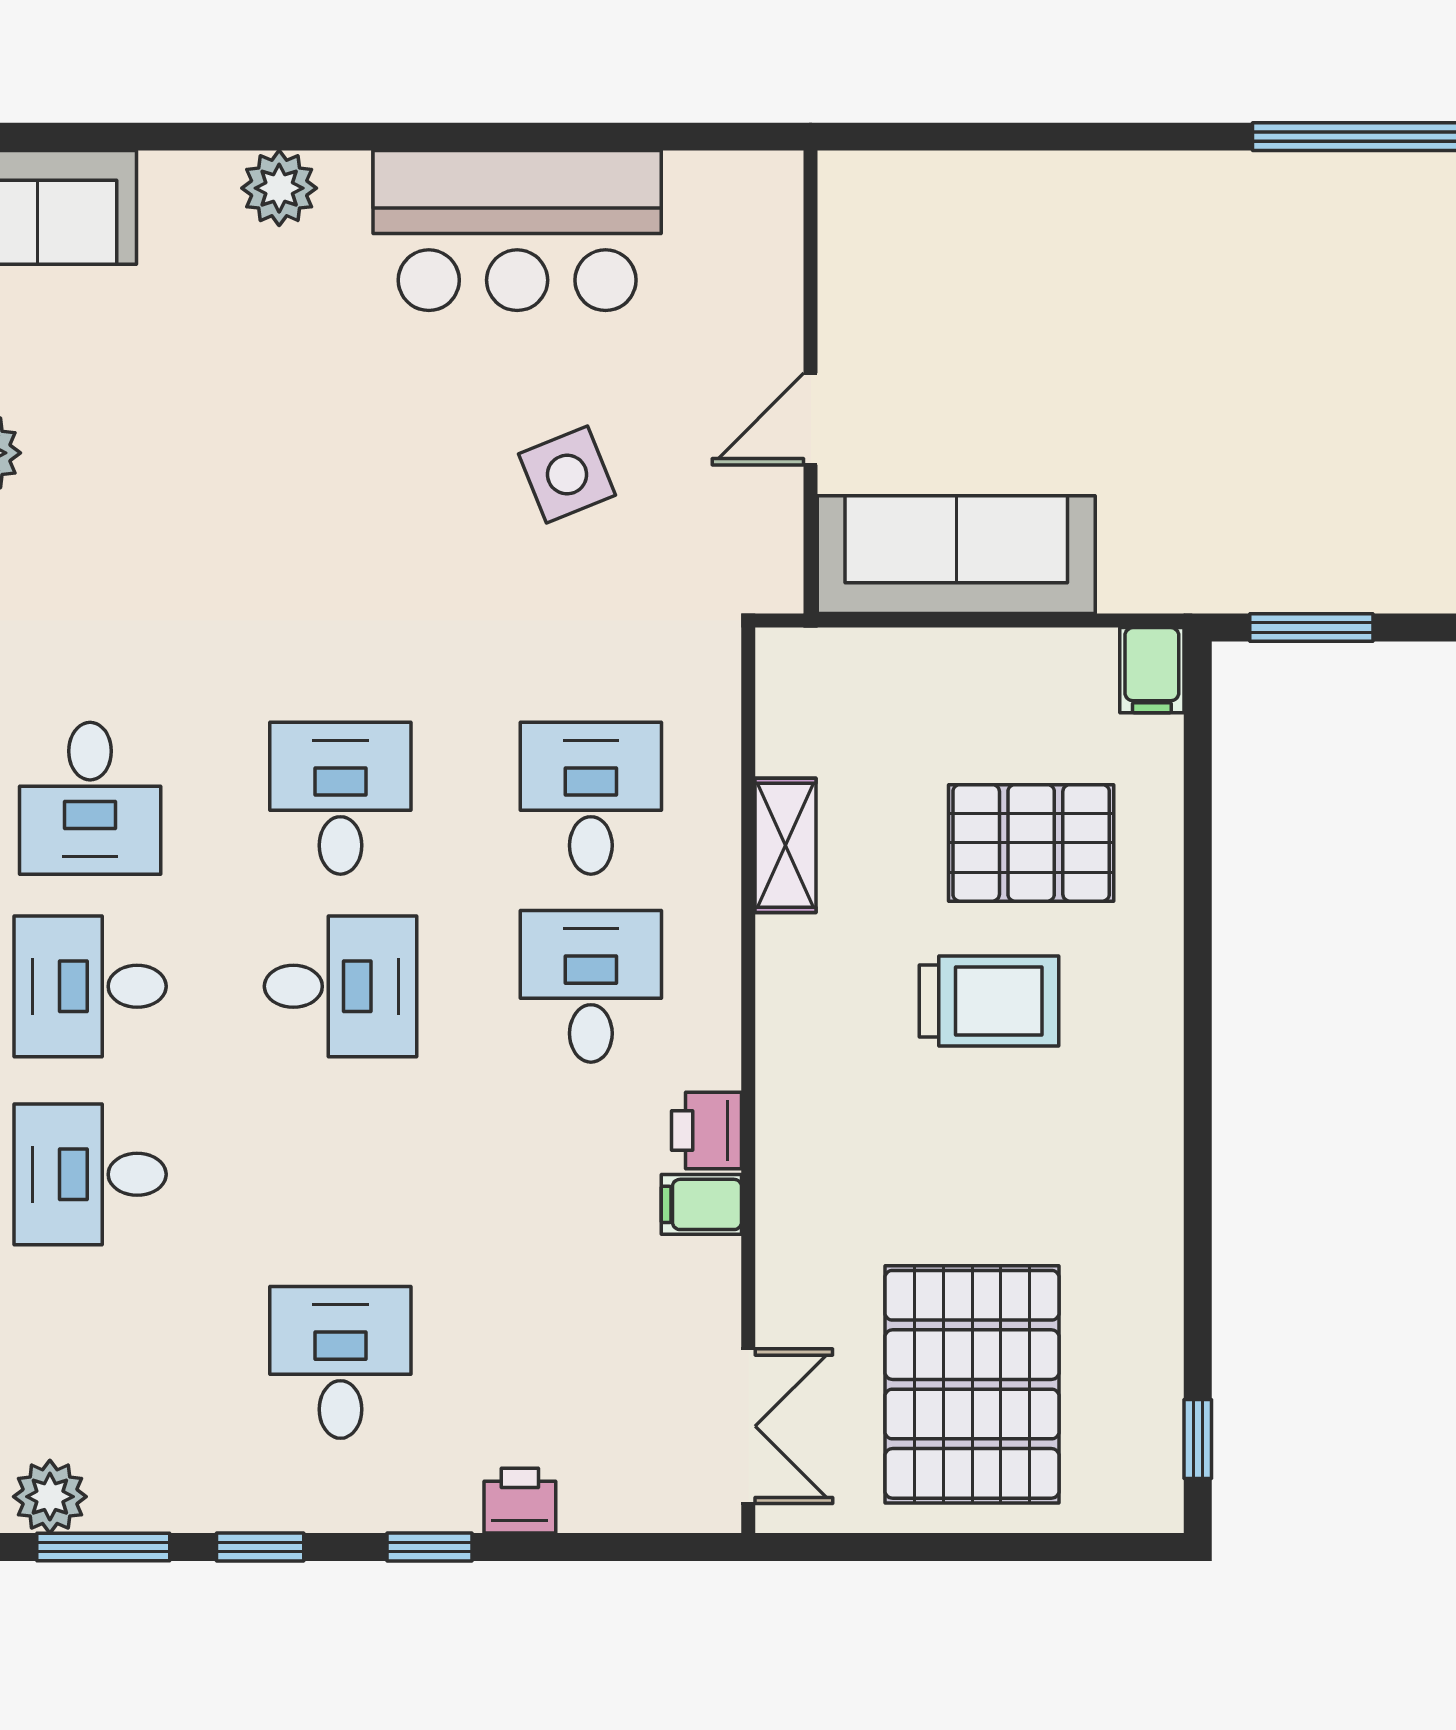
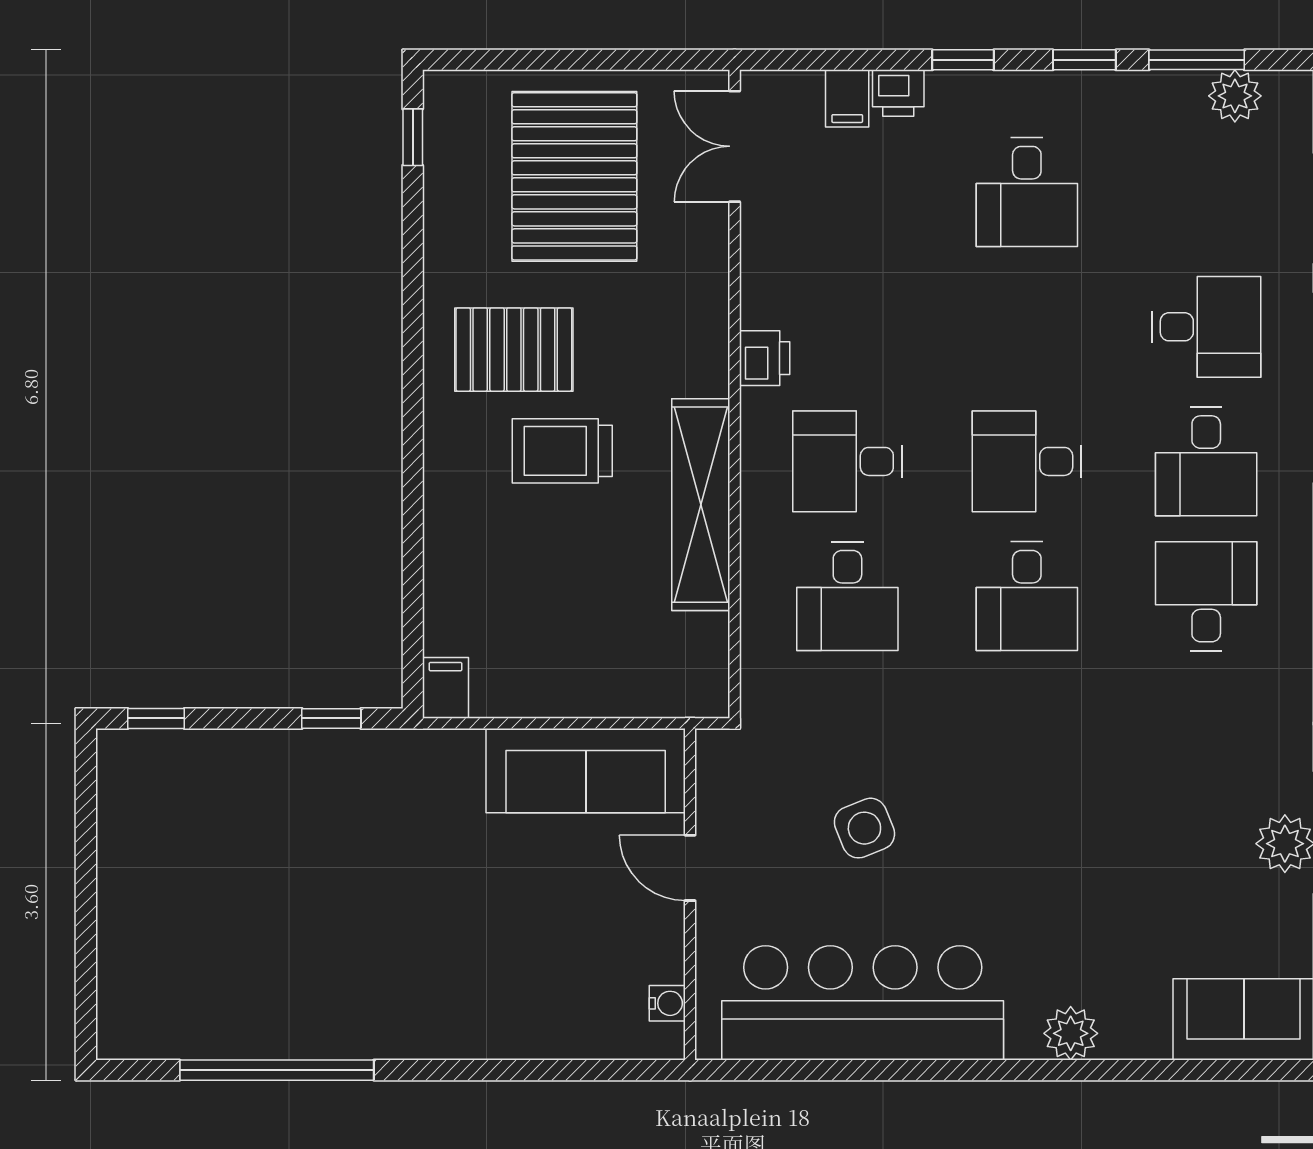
water cooler: (842, 230) -> (667, 1003), added
bar counter: (517, 231) -> (863, 1003), width x1.36
door: (811, 419) -> (690, 868), swing flipped
window: (1311, 627) -> (331, 718), width x0.67
pallet: (1031, 843) -> (514, 350), moved
shelving: (786, 845) -> (701, 505), width x2.20, depth x1.33
desk: (90, 986) -> (1206, 461), turned 90
desk: (591, 986) -> (847, 461), turned 90
filing cabinet: (701, 1204) -> (847, 98), moved, turned 90

